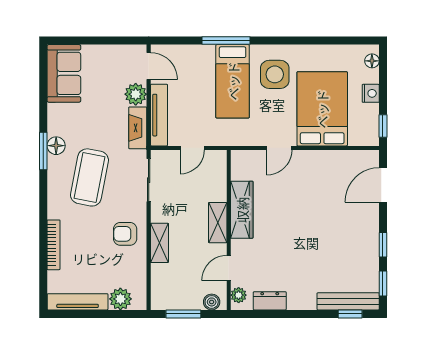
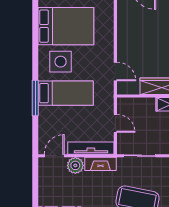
bed: (322, 109) -> (66, 26), moved, turned 180
door: (279, 148) -> (115, 71), moved

